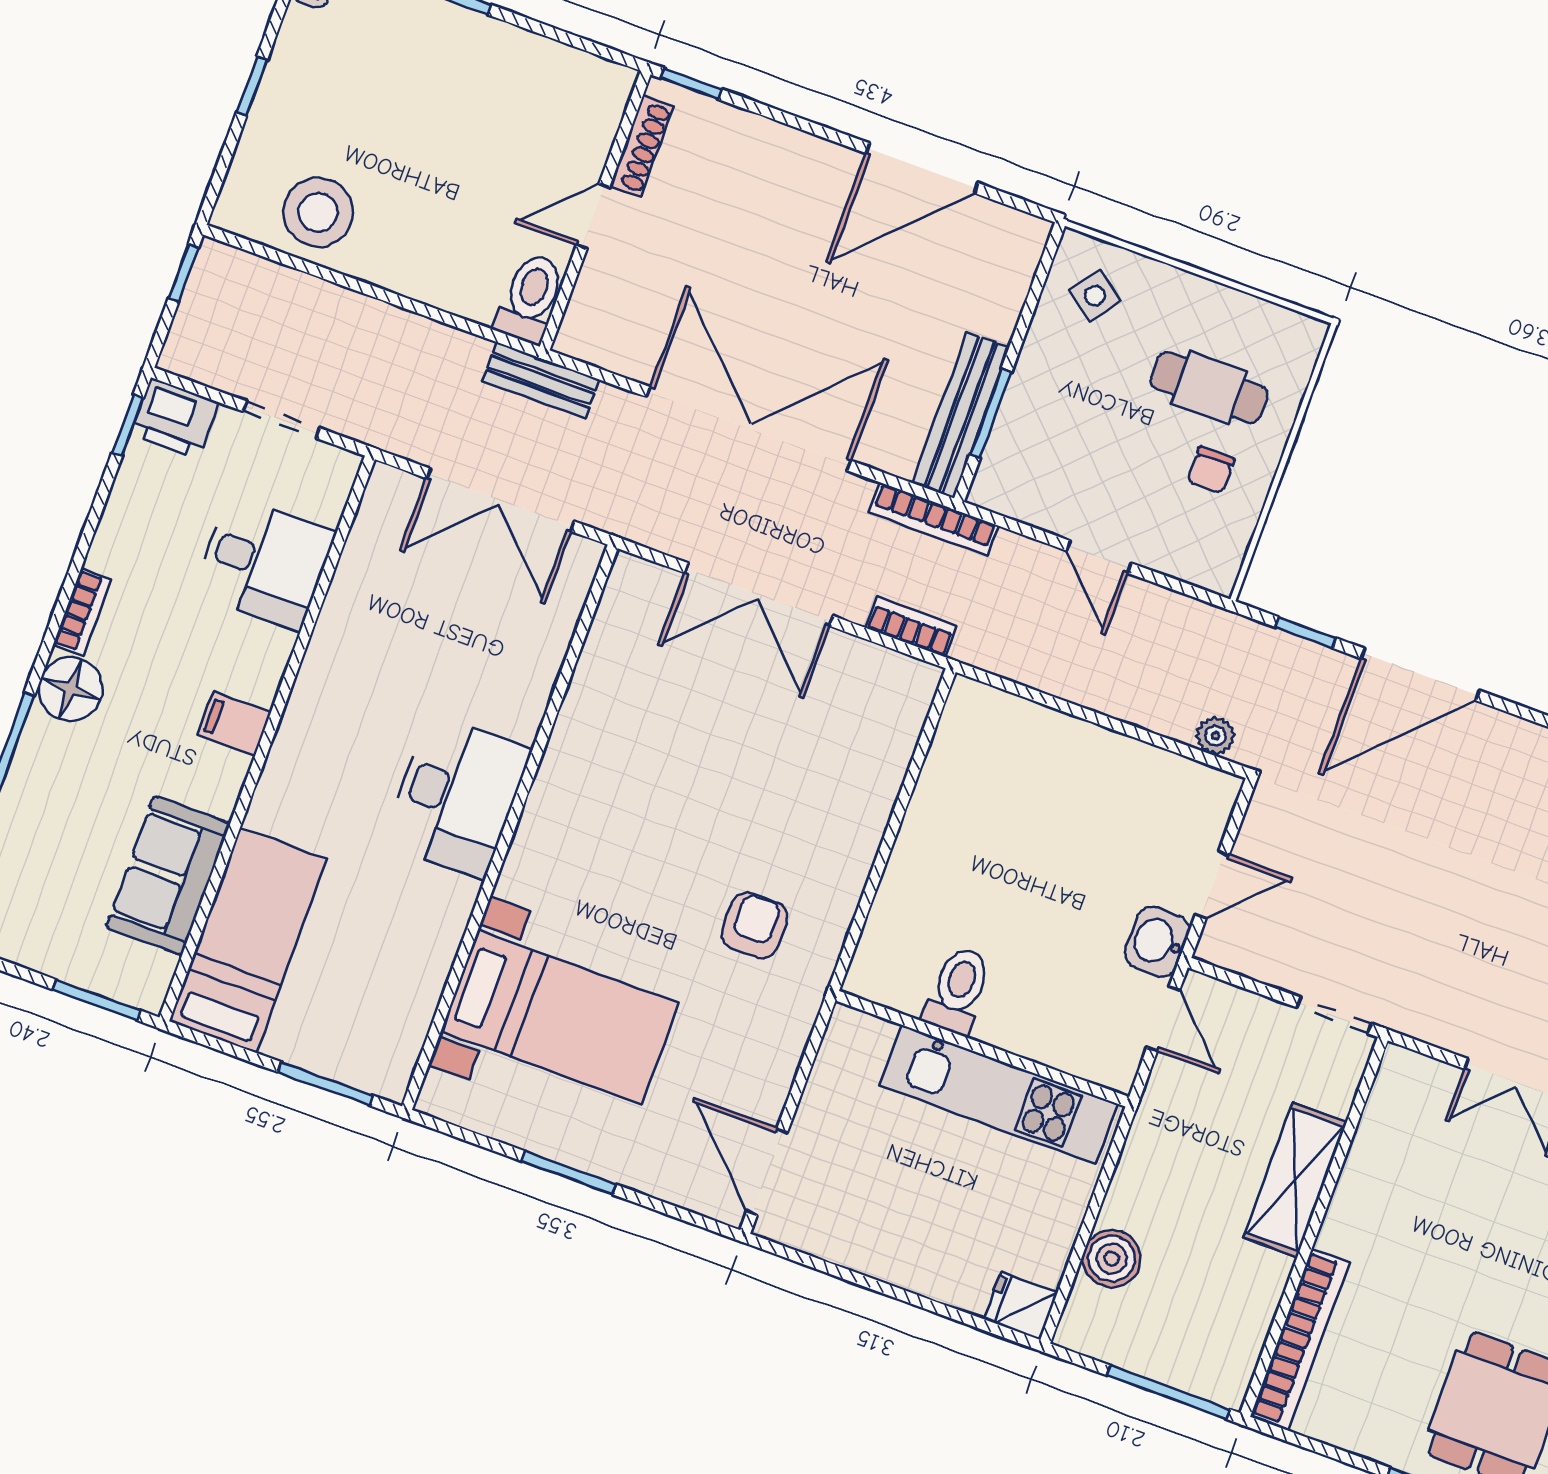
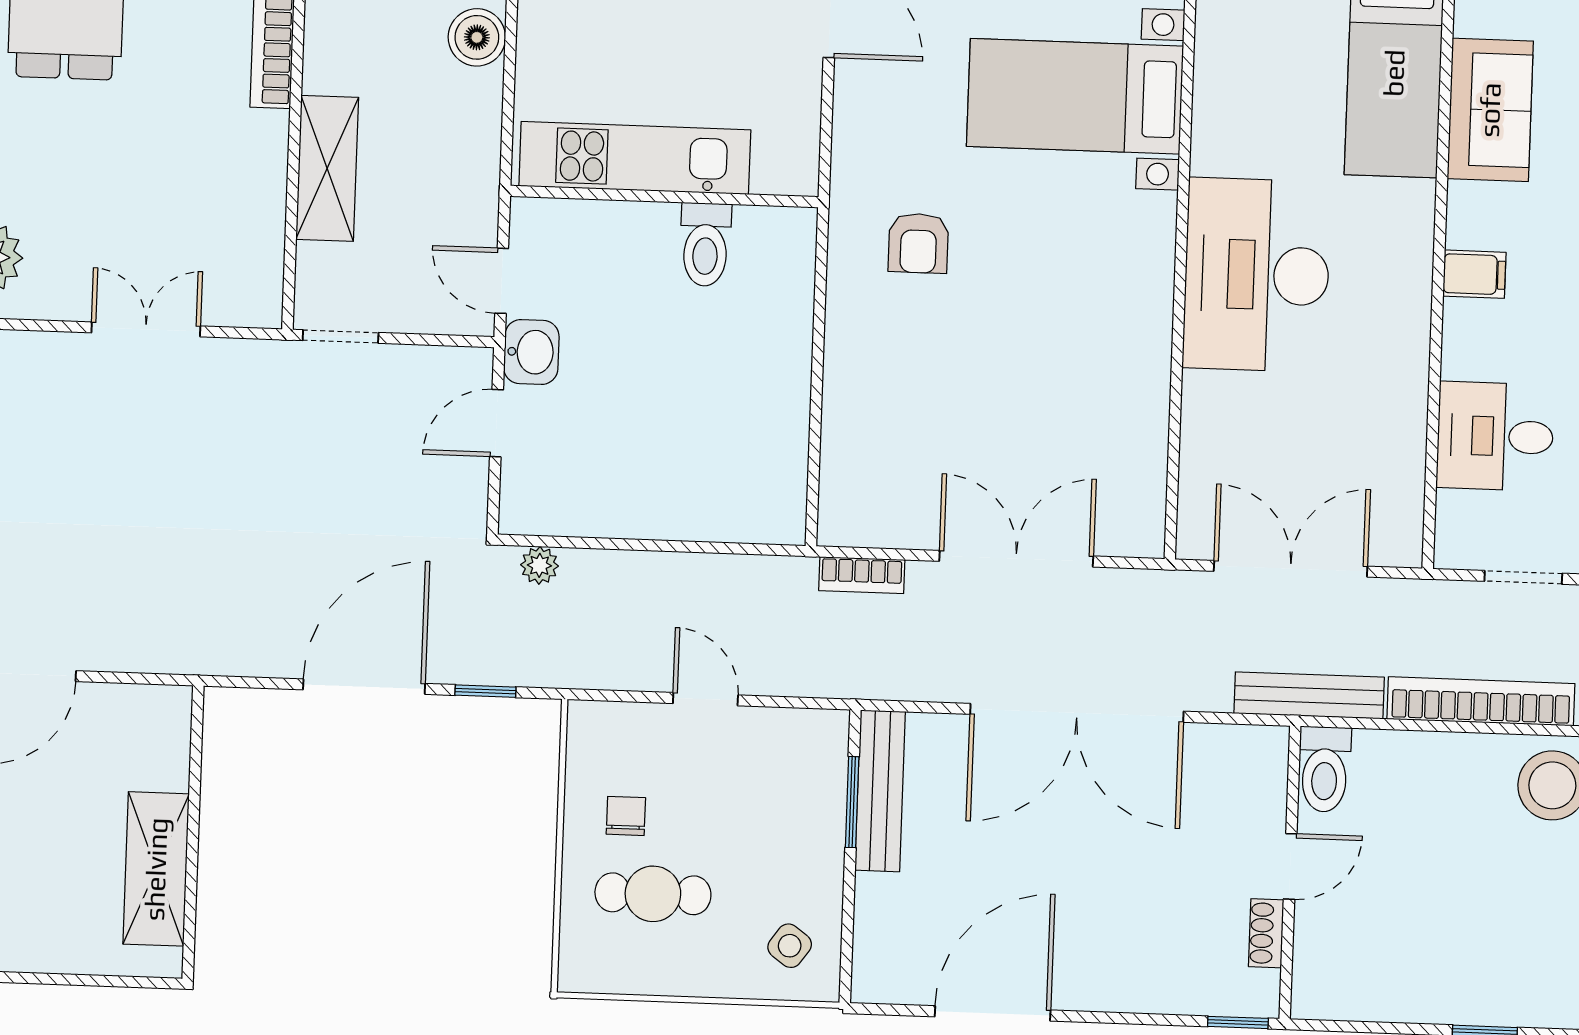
shoe rack: (642, 146) -> (1266, 933), width x0.70
bench: (541, 380) -> (1309, 695), width x1.36
bookcase: (934, 519) -> (1481, 701), moved, width x1.48, depth x1.31
desk: (457, 796) -> (1257, 275), width x1.36, depth x1.30

